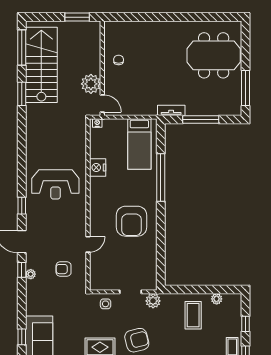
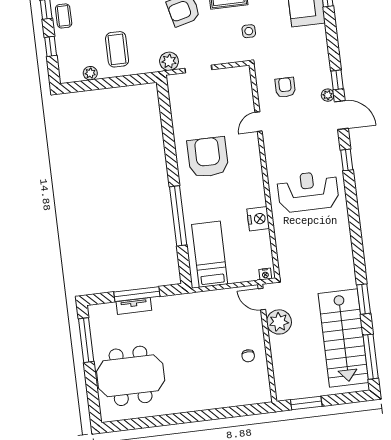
tv unit: (171, 110) -> (134, 306), moved
armchair: (64, 269) -> (285, 87), turned -90
plant: (31, 274) -> (328, 95), moved
side table: (106, 304) -> (249, 31), moved

